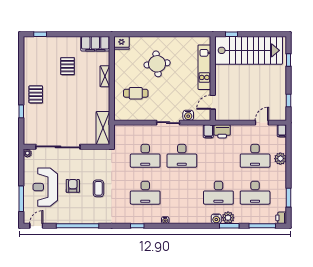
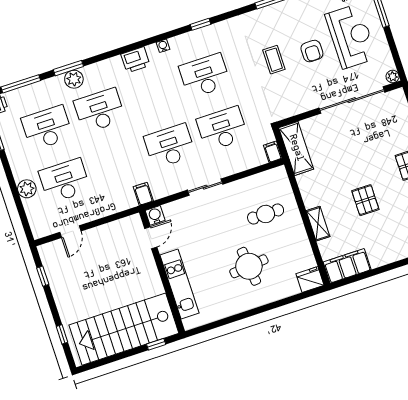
pallet: (68, 66) -> (365, 200), moved
water cooler: (188, 115) -> (155, 215), moved
printer: (222, 131) -> (135, 60), moved, turned 180
filing cabinet: (282, 131) -> (273, 152), moved
water cooler: (216, 219) -> (90, 72), removed

